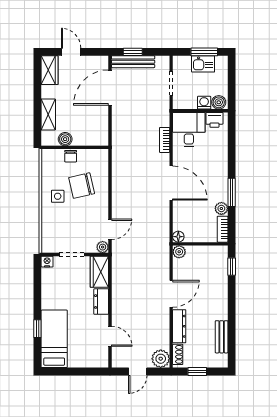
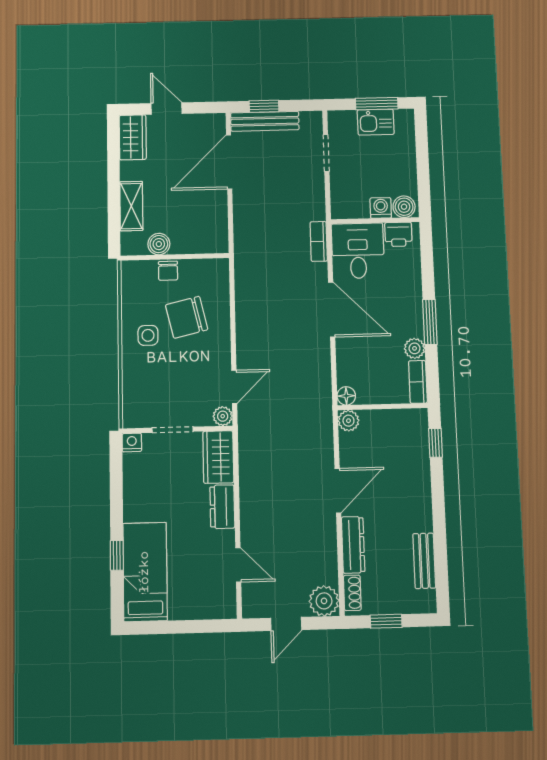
boiler: (219, 102) -> (404, 207), moved
washing machine: (204, 103) -> (381, 208), moved
wall: (200, 111) -> (375, 221), moved
printer: (214, 120) -> (398, 234), moved
desk: (189, 130) -> (358, 251), moved

